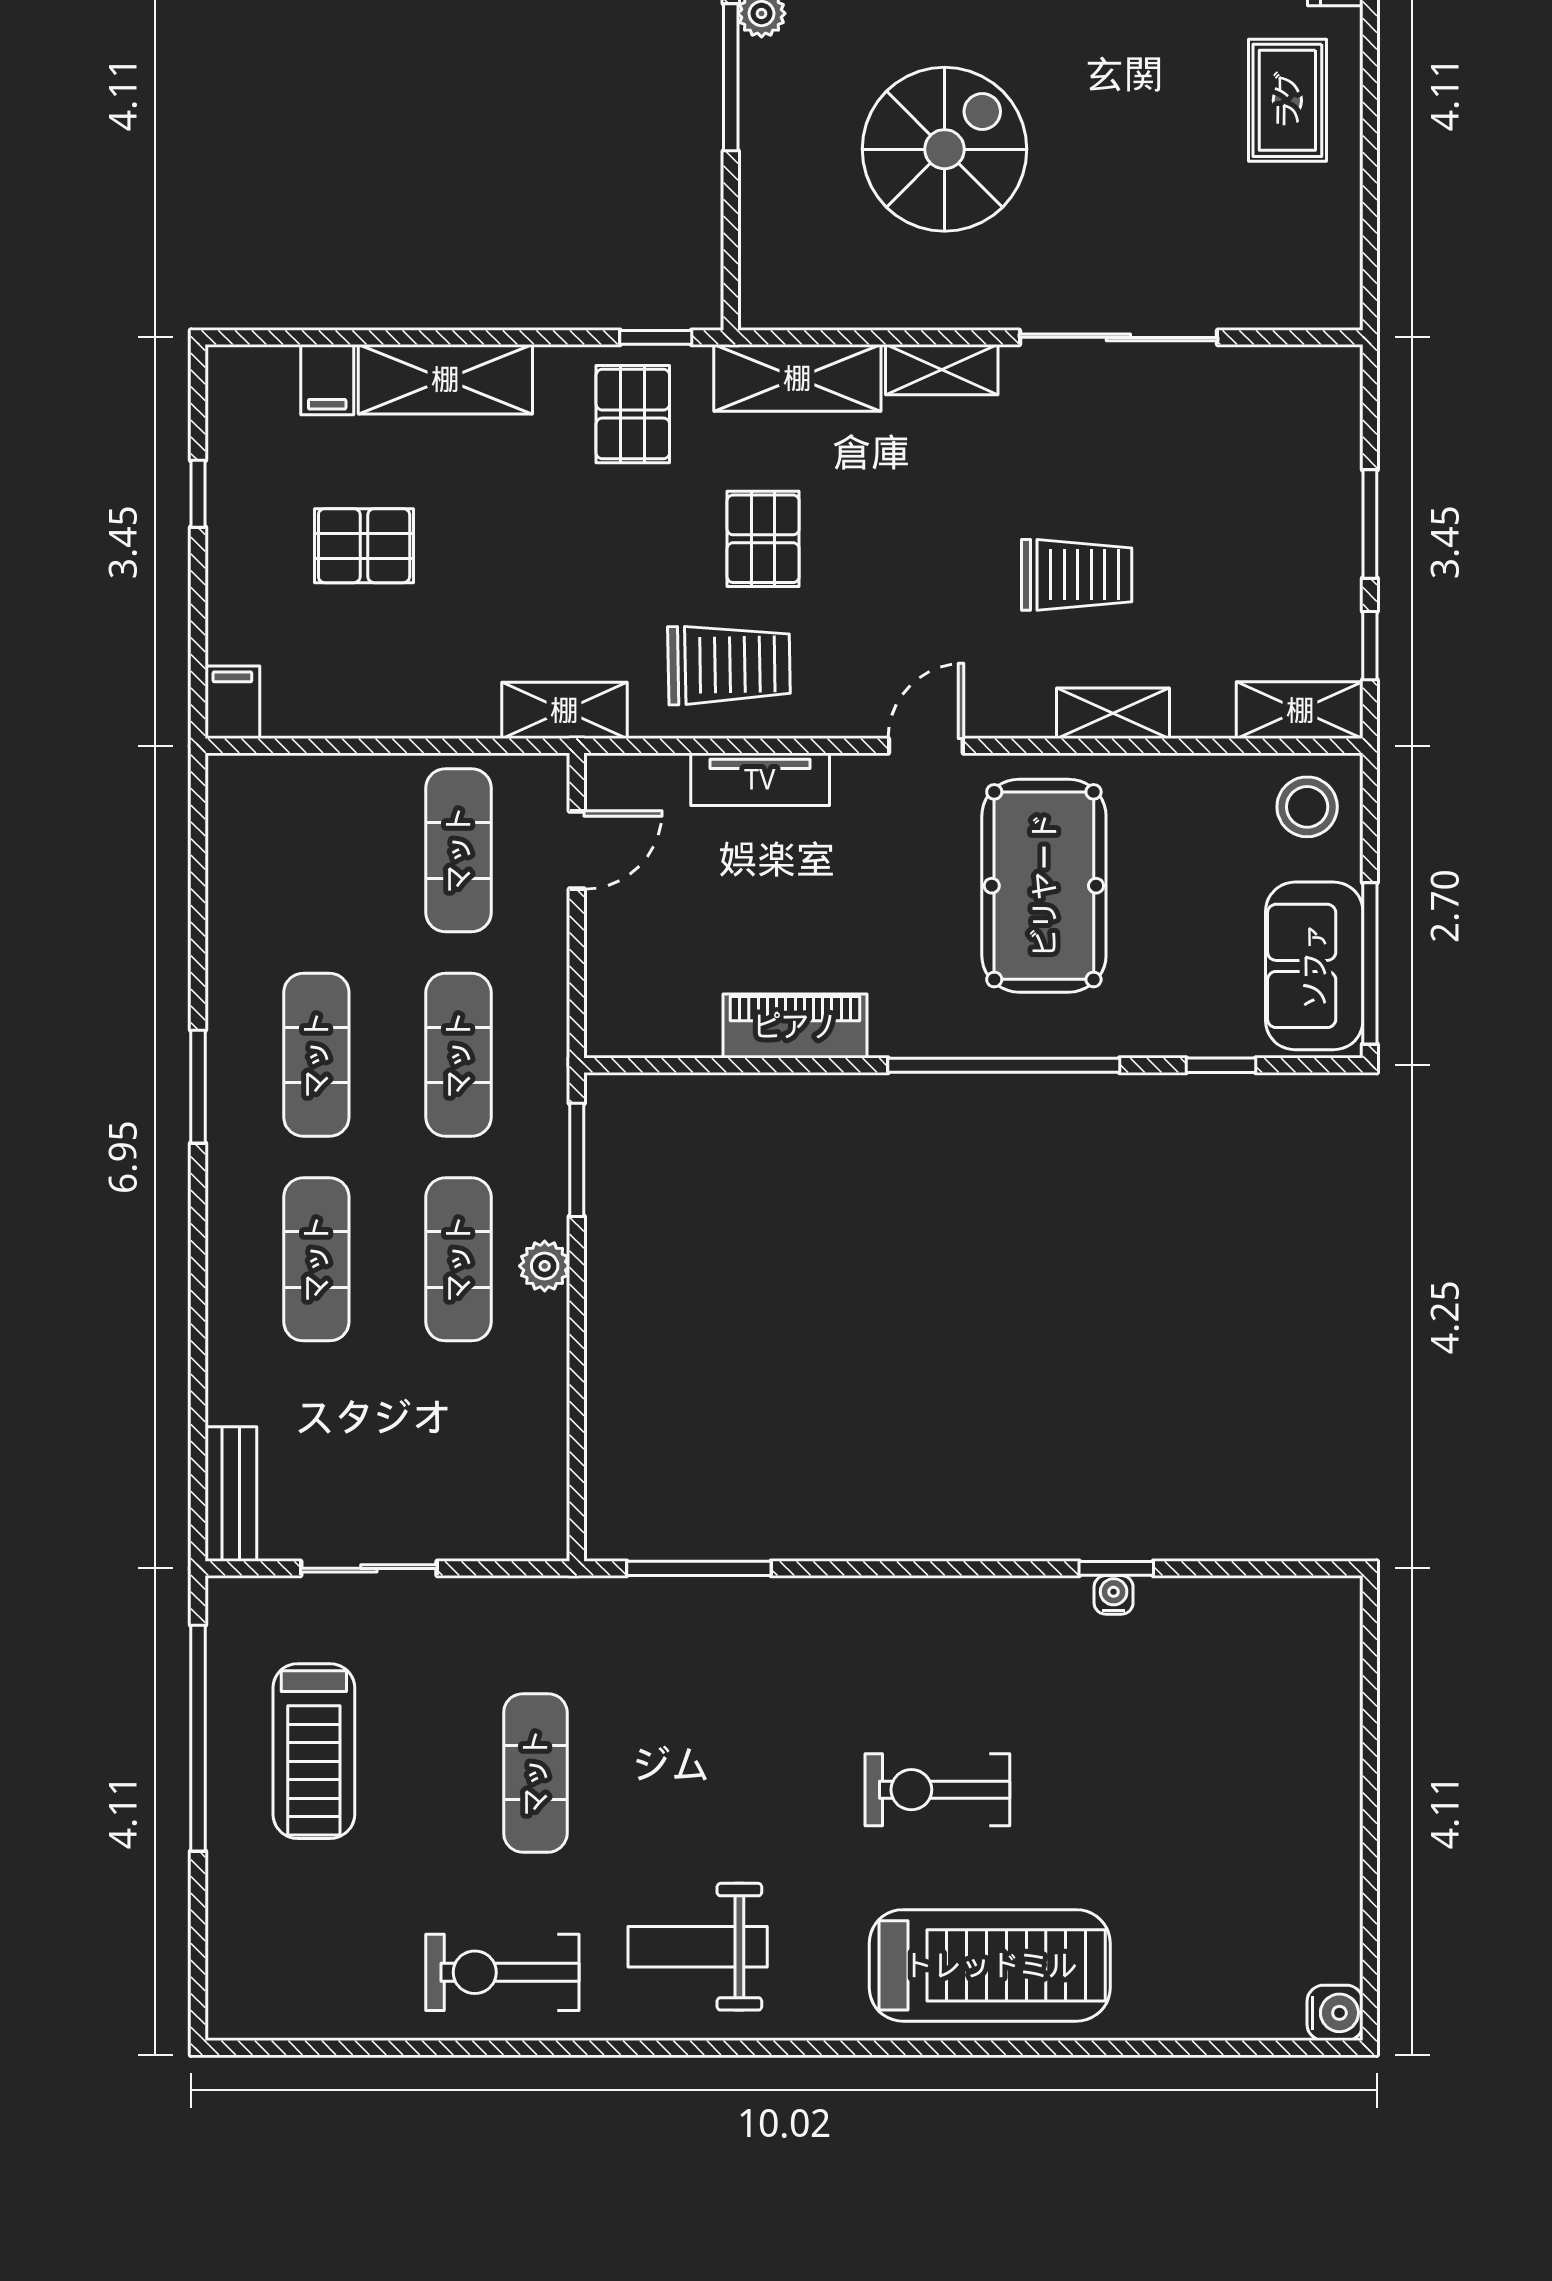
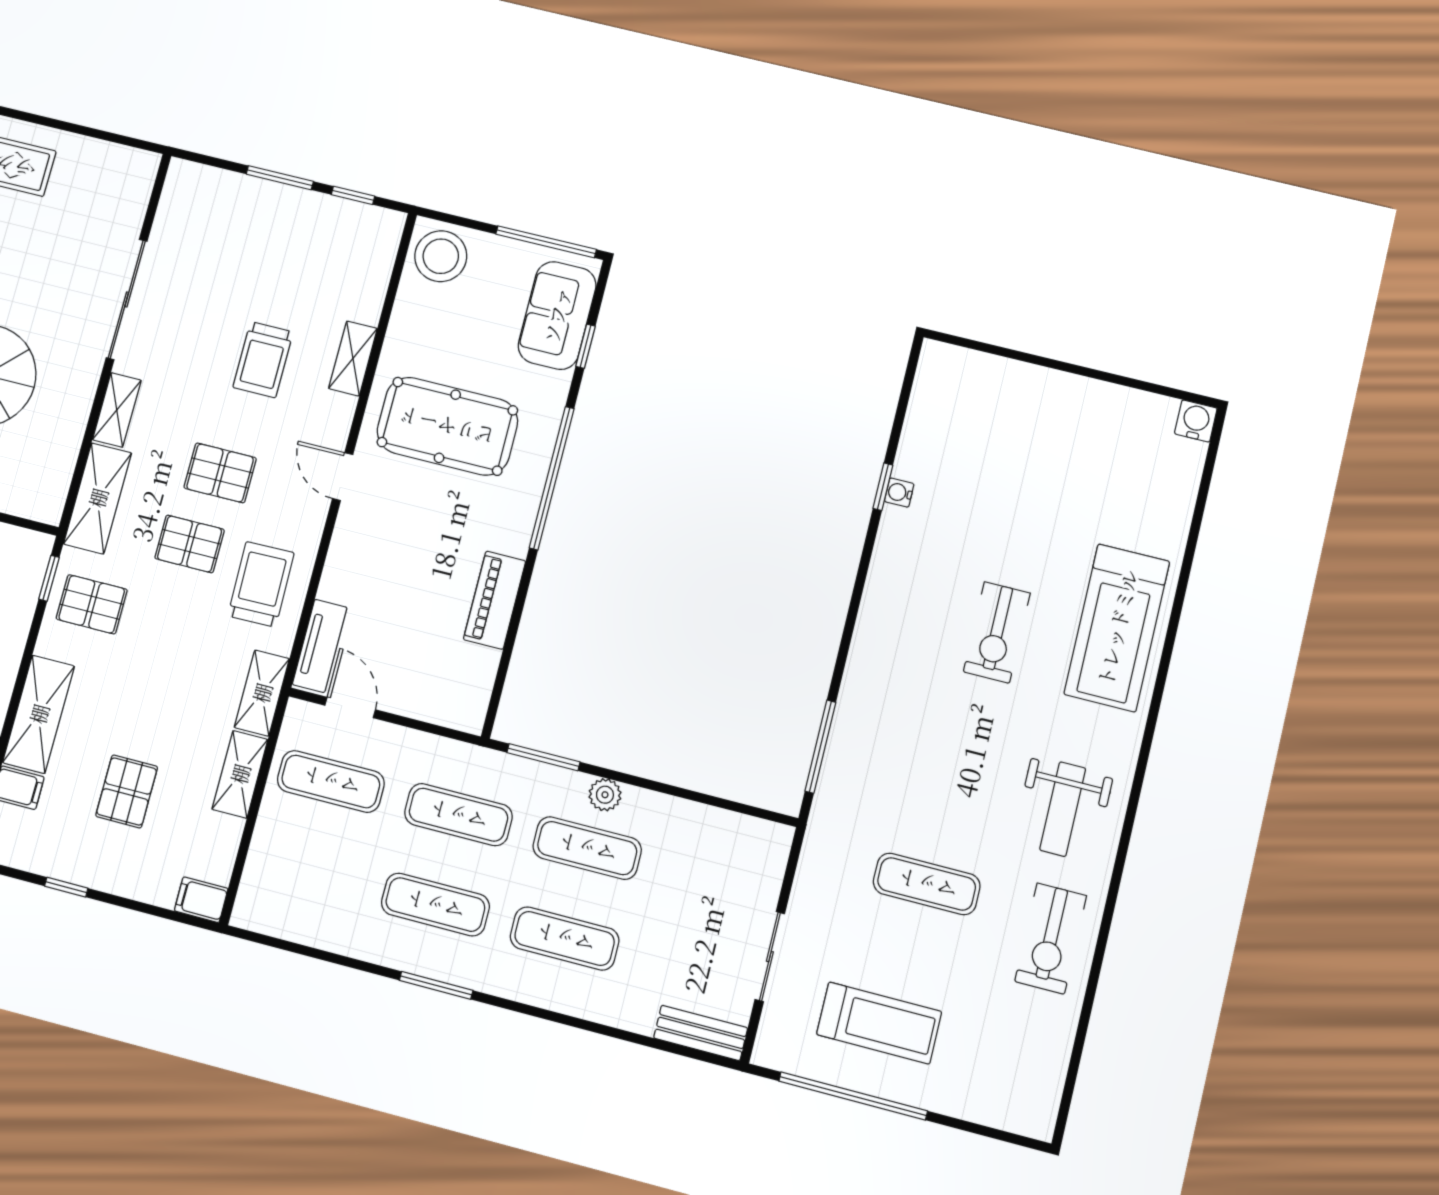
pallet: (884, 556) -> (220, 473), added
trolley: (1077, 575) -> (263, 360), turned 180
shelving: (1300, 710) -> (240, 774), moved
tv unit: (760, 779) -> (320, 646), moved
stool: (1307, 807) -> (441, 256), width x1.38, depth x1.38
sofa: (1314, 966) -> (557, 315), moved, turned 90
treadmill: (990, 1965) -> (1117, 628), turned 180

